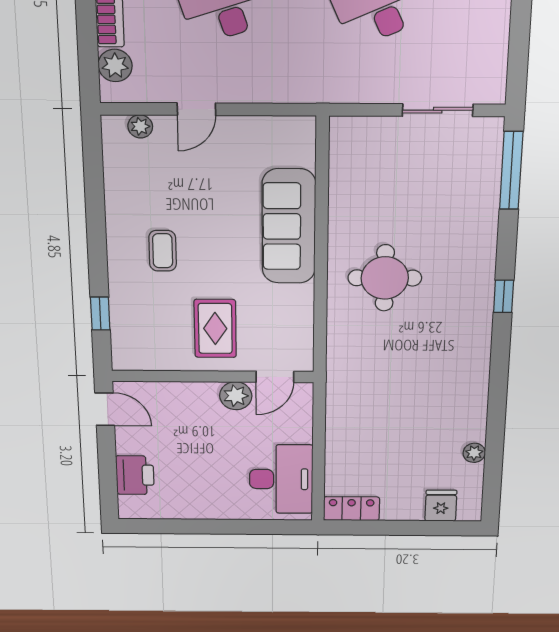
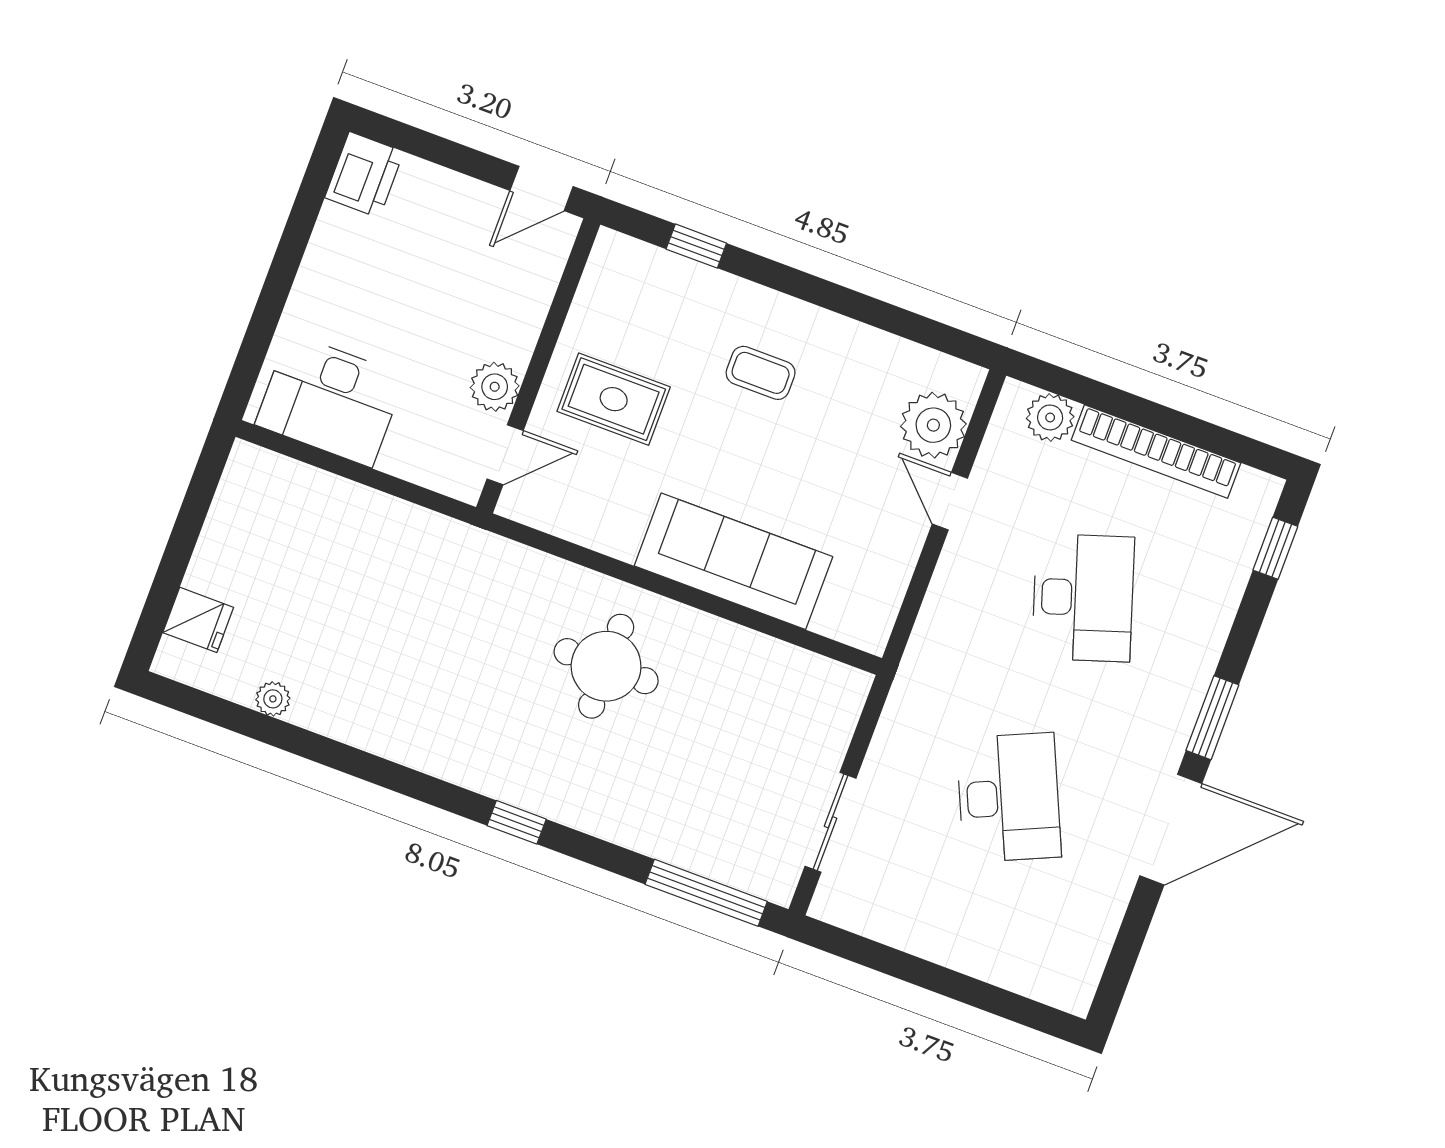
plant: (140, 126) -> (933, 425), width x1.88, depth x1.88
door: (275, 377) -> (505, 455), swing flipped
printer: (135, 475) -> (364, 175), moved, turned -90
locker: (351, 509) -> (241, 486), removed

